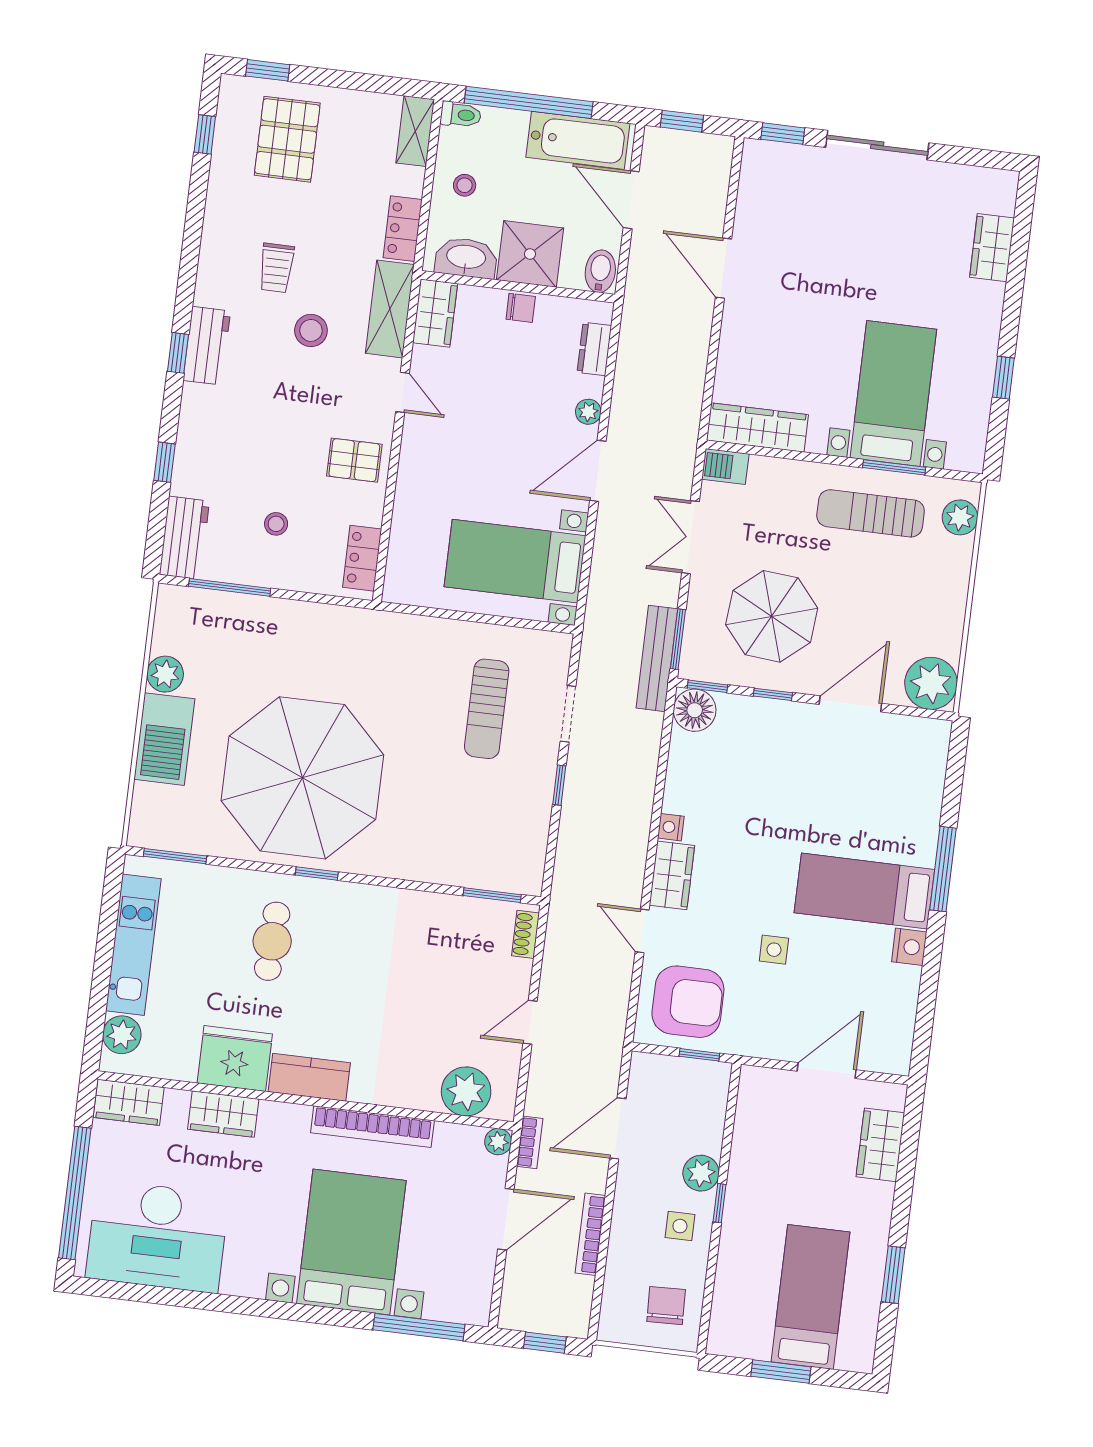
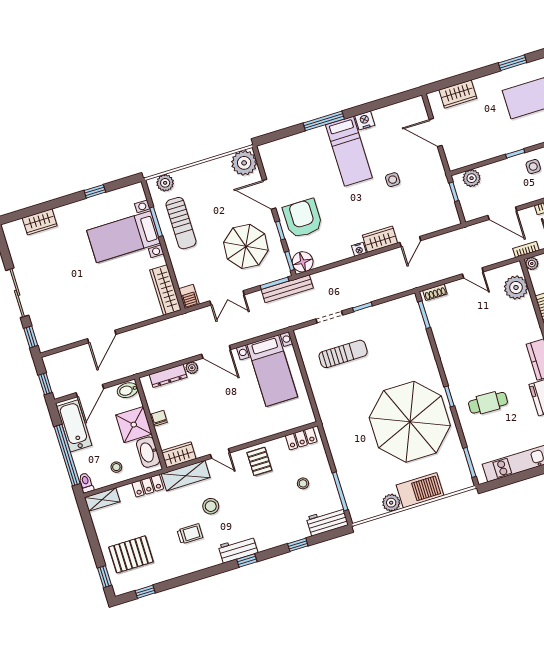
dresser: (594, 349) -> (168, 376), width x1.44
door: (403, 392) -> (220, 454), swing flipped
armchair: (688, 1002) -> (303, 218), moved
plant: (701, 1173) -> (472, 178), moved

